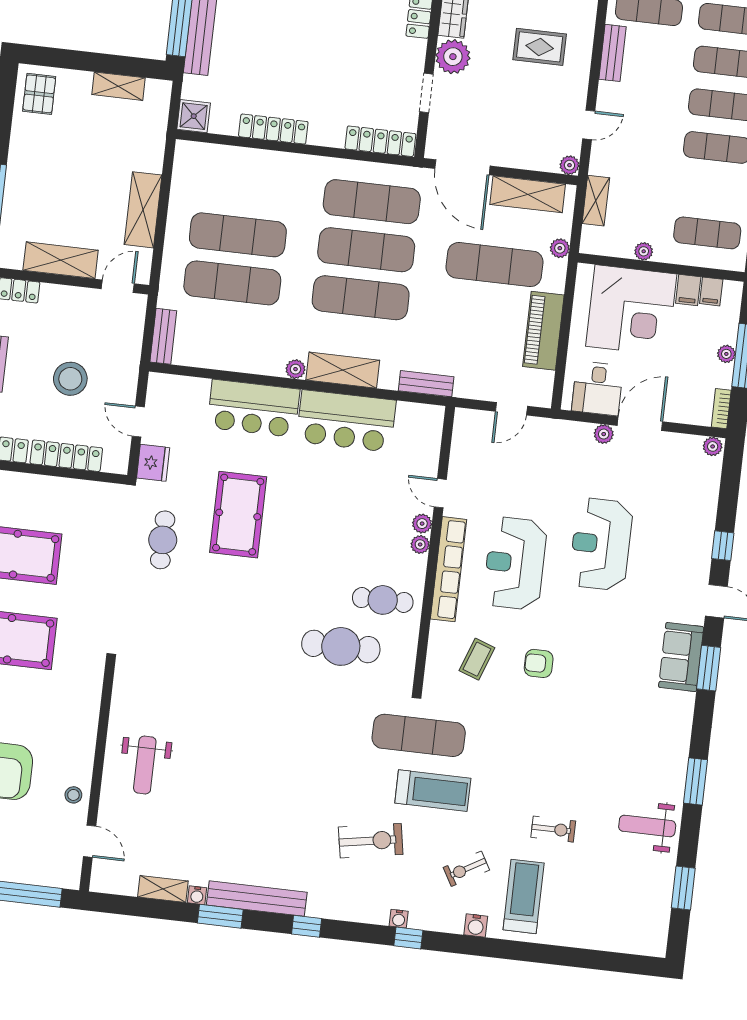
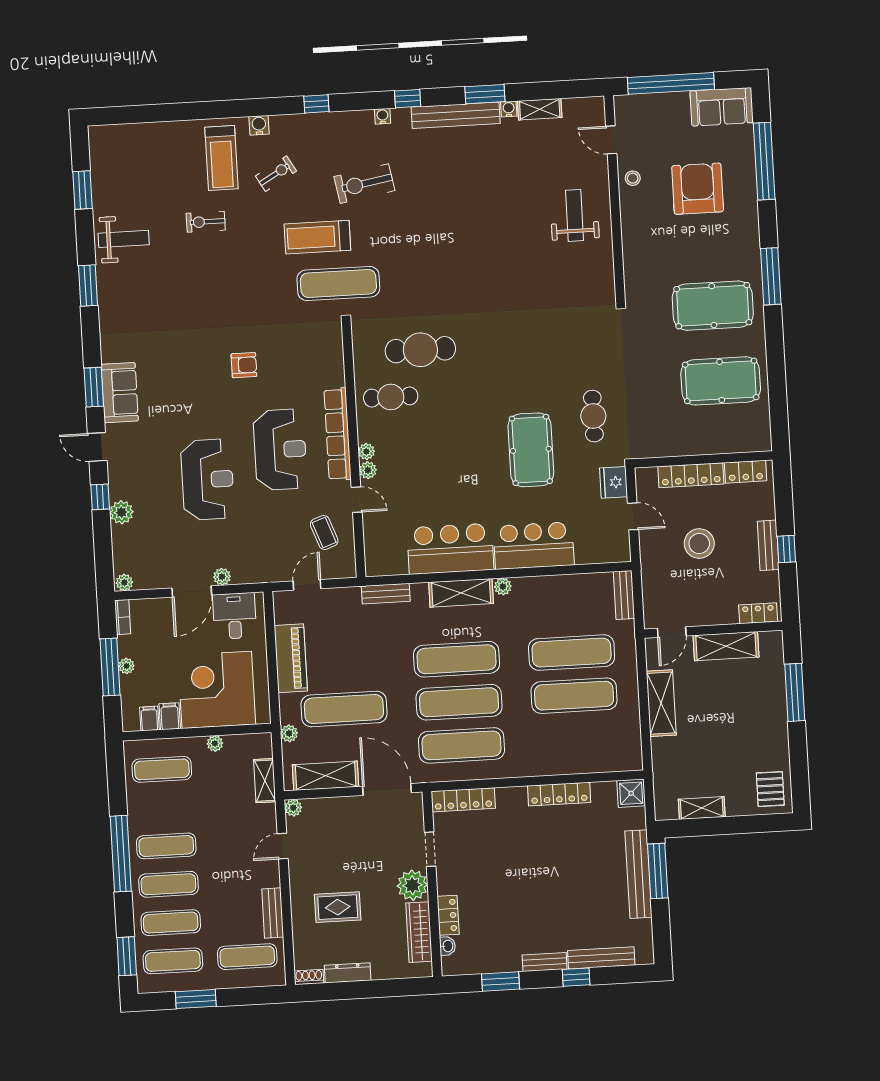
plant: (702, 525) -> (121, 512), added
coffee table: (477, 659) -> (324, 532), moved, turned -40
water cooler: (399, 919) -> (382, 116), moved

